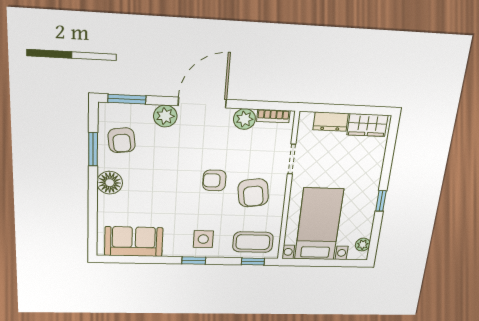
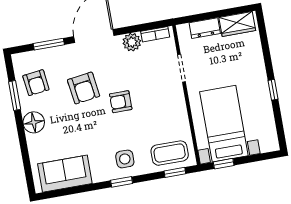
window: (127, 99) -> (49, 44), moved
plant: (165, 116) -> (67, 54), removed
armchair: (253, 193) -> (84, 88), moved
plant: (363, 245) -> (271, 135), removed
window: (306, 262) -> (224, 164), added

